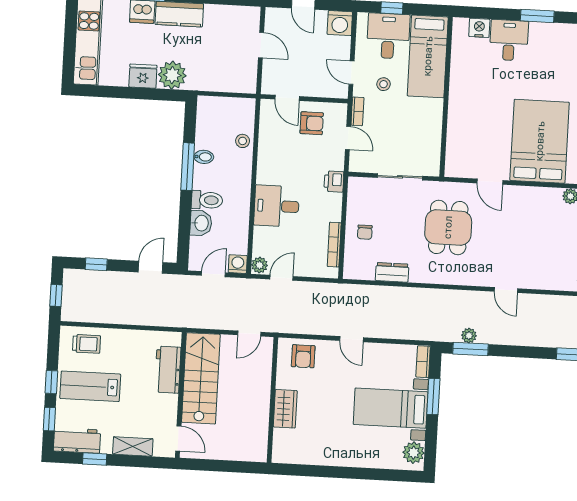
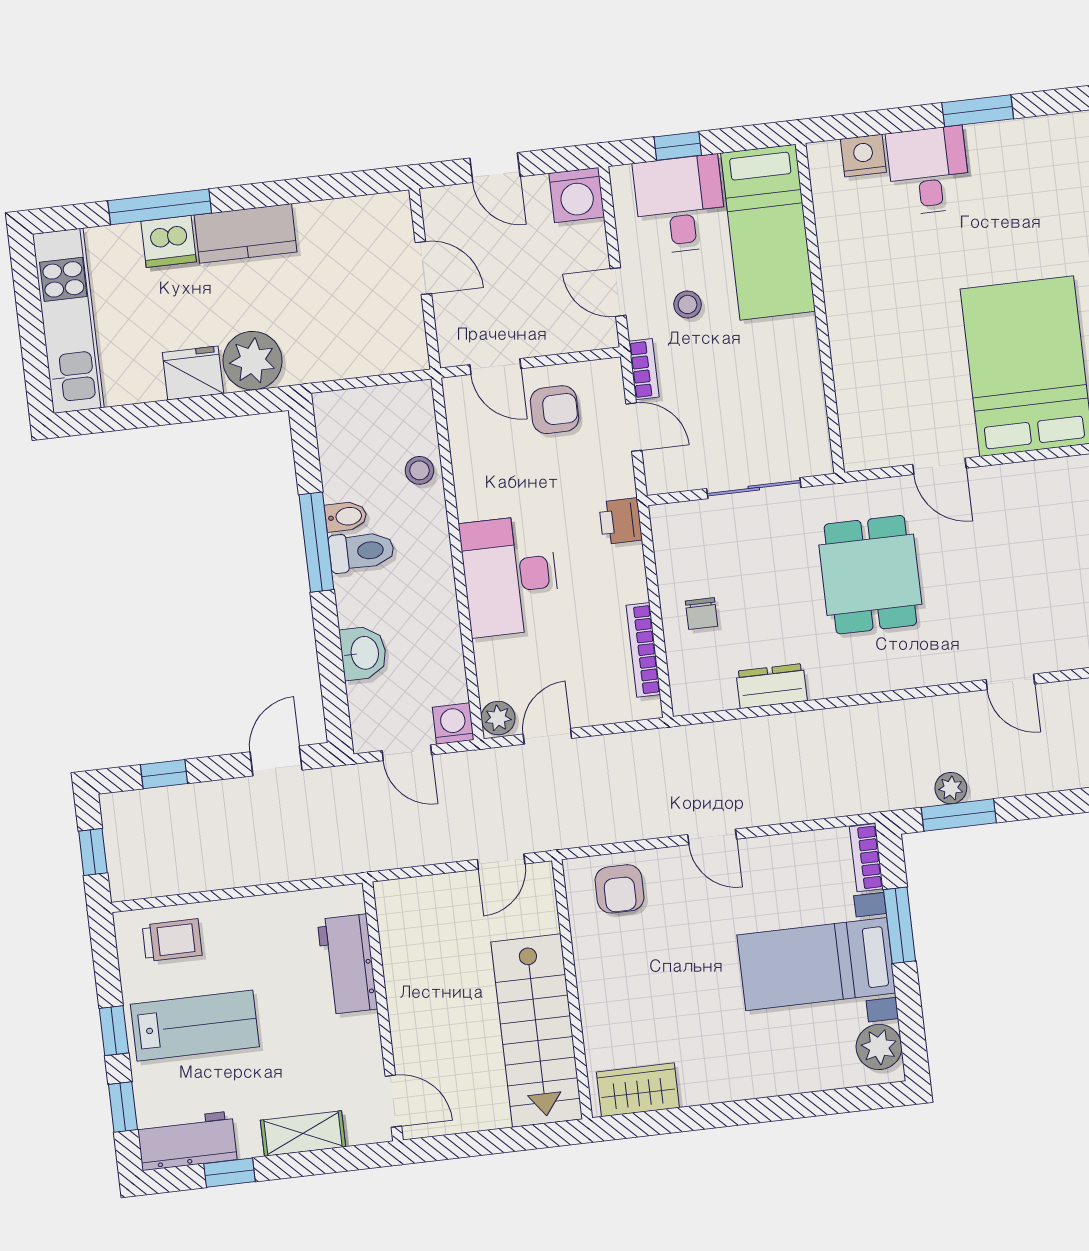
toilet: (207, 200) -> (362, 551), moved
desk: (277, 206) -> (510, 576), width x1.37
door: (213, 274) -> (407, 753), swing flipped
stairs: (201, 378) -> (537, 1031), moved, turned 180
lab bench: (90, 386) -> (195, 1026), turned 180
wardrobe: (285, 409) -> (638, 1090), moved, turned -90

